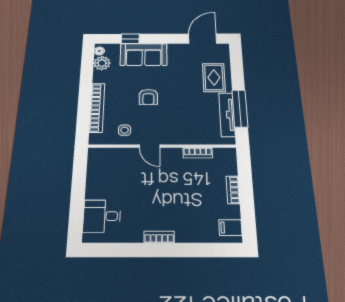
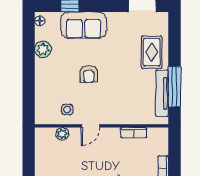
plant: (102, 63) -> (43, 49), moved
bookcase: (97, 108) -> (41, 86), removed
door: (150, 146) -> (90, 126), hinge flipped
plant: (118, 154) -> (62, 134), added

